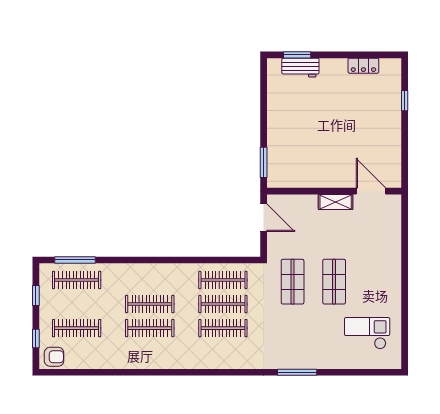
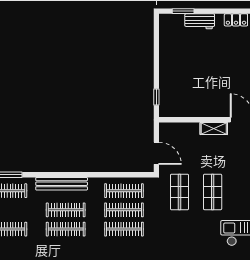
workbench: (300, 68) -> (200, 21), moved
window: (264, 162) -> (156, 97), width x0.67
door: (264, 218) -> (156, 153), moved
bench: (145, 271) -> (62, 184), added

